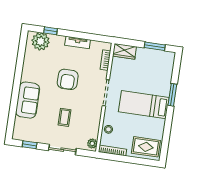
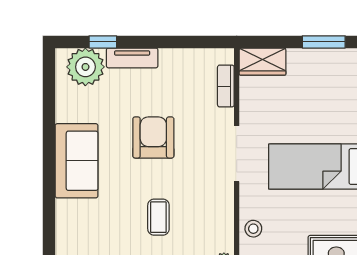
tv unit: (78, 43) -> (132, 58), moved
armchair: (68, 79) -> (153, 137), turned 180
sofa: (28, 100) -> (77, 161), moved

